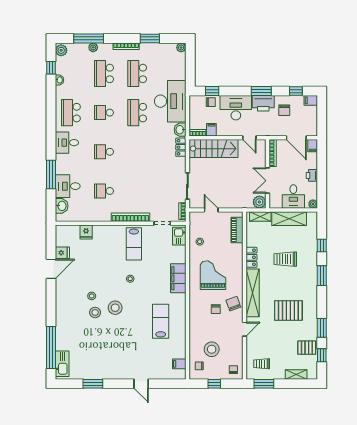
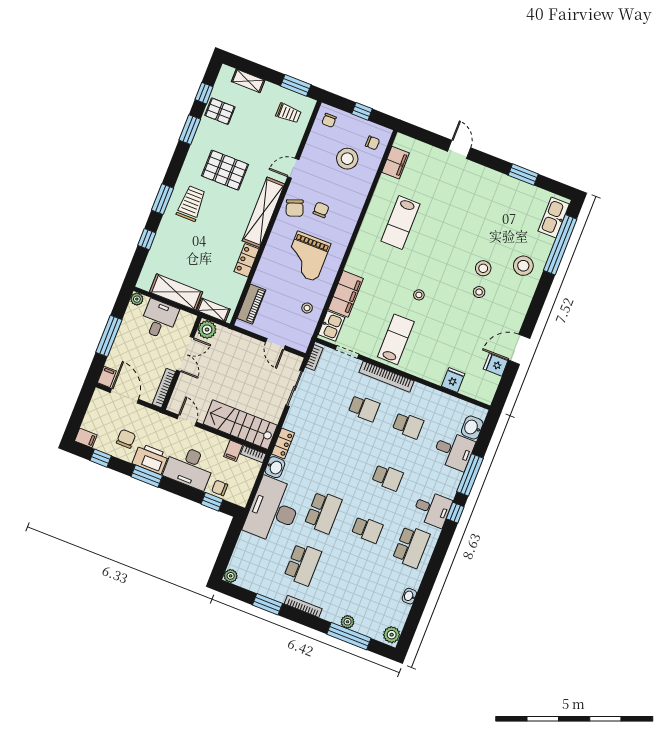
window: (51, 68) -> (455, 513), moved
school desk: (104, 73) -> (364, 408), moved, width x0.54
window: (322, 173) -> (109, 336), added
printer: (312, 175) -> (123, 338), removed
trolley: (285, 259) -> (191, 203), moved, turned -90
filing cabinet: (178, 278) -> (346, 294), moved
stool: (115, 308) -> (523, 266), moved
filing cabinet: (179, 364) -> (396, 163), width x2.00

